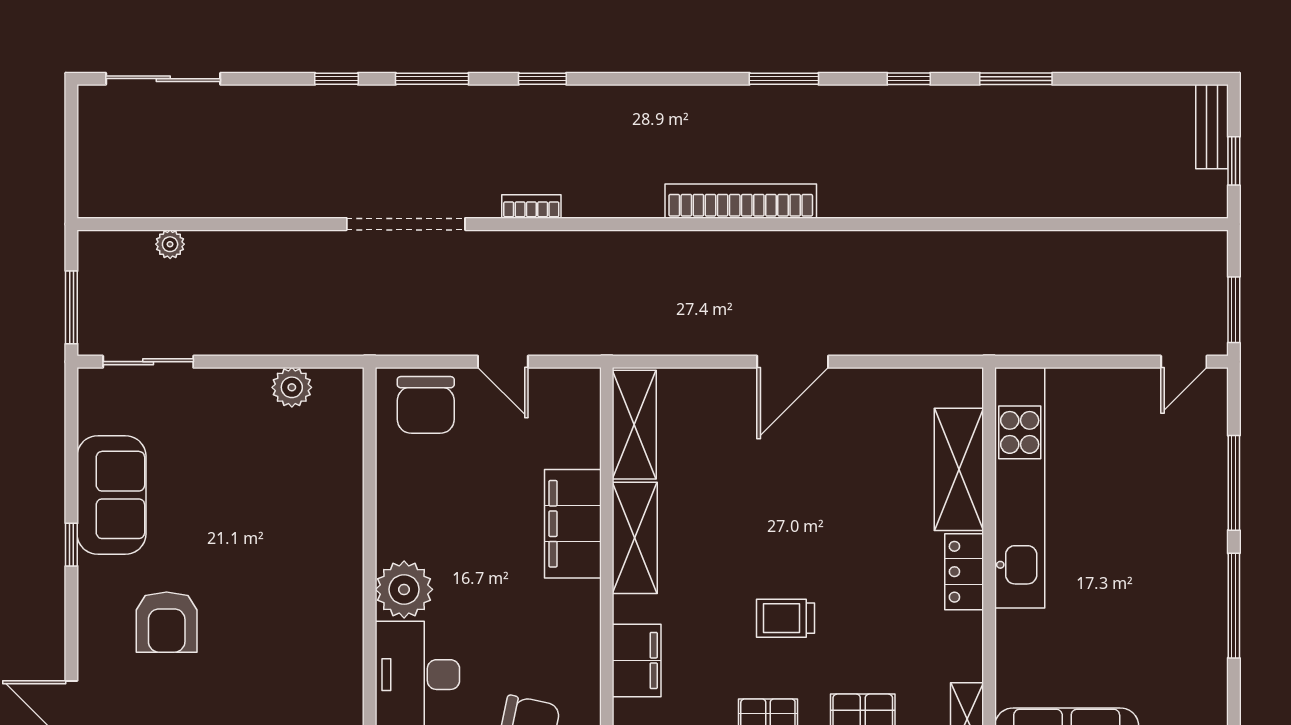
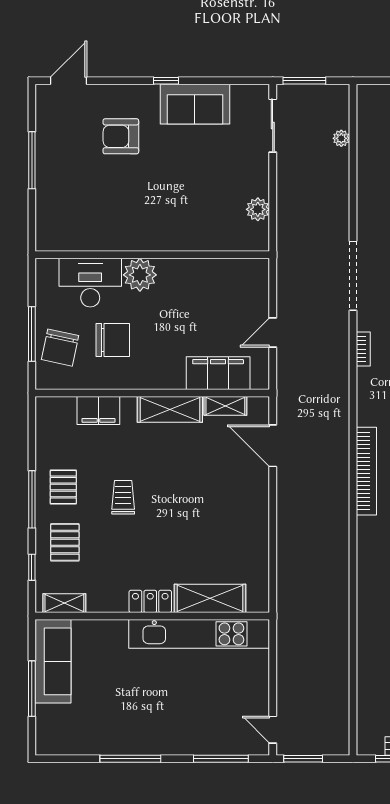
door: (793, 362) -> (273, 446), moved
chair: (426, 405) -> (113, 340), moved, turned 180
shelving: (634, 425) -> (225, 406), width x0.67, depth x0.75
window: (1234, 483) -> (221, 759), moved
filing cabinet: (573, 524) -> (218, 373), moved

